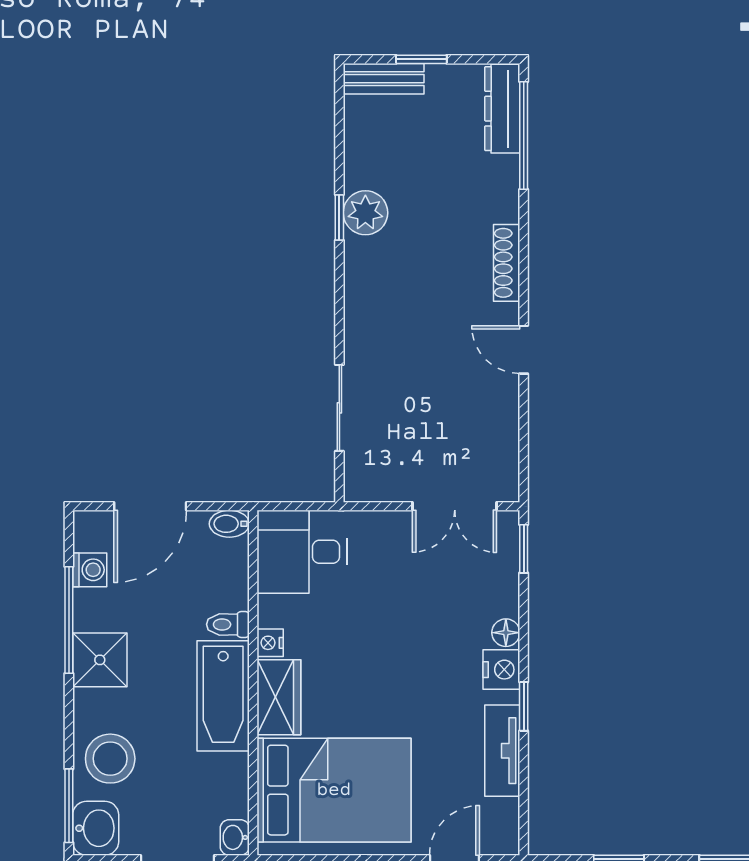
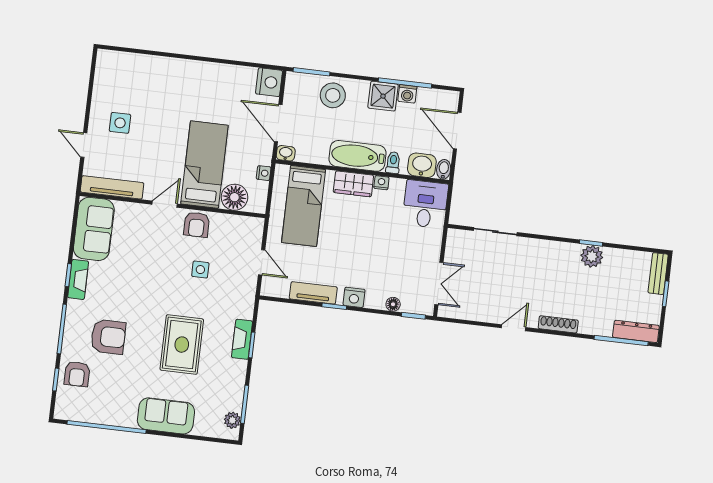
double door: (455, 506) -> (439, 284), swing flipped
washing machine: (90, 570) -> (407, 94), moved
floor lamp: (506, 633) -> (393, 304), moved
bed: (334, 790) -> (304, 206), width x0.67
washbasin: (96, 828) -> (422, 165), moved, turned 180

